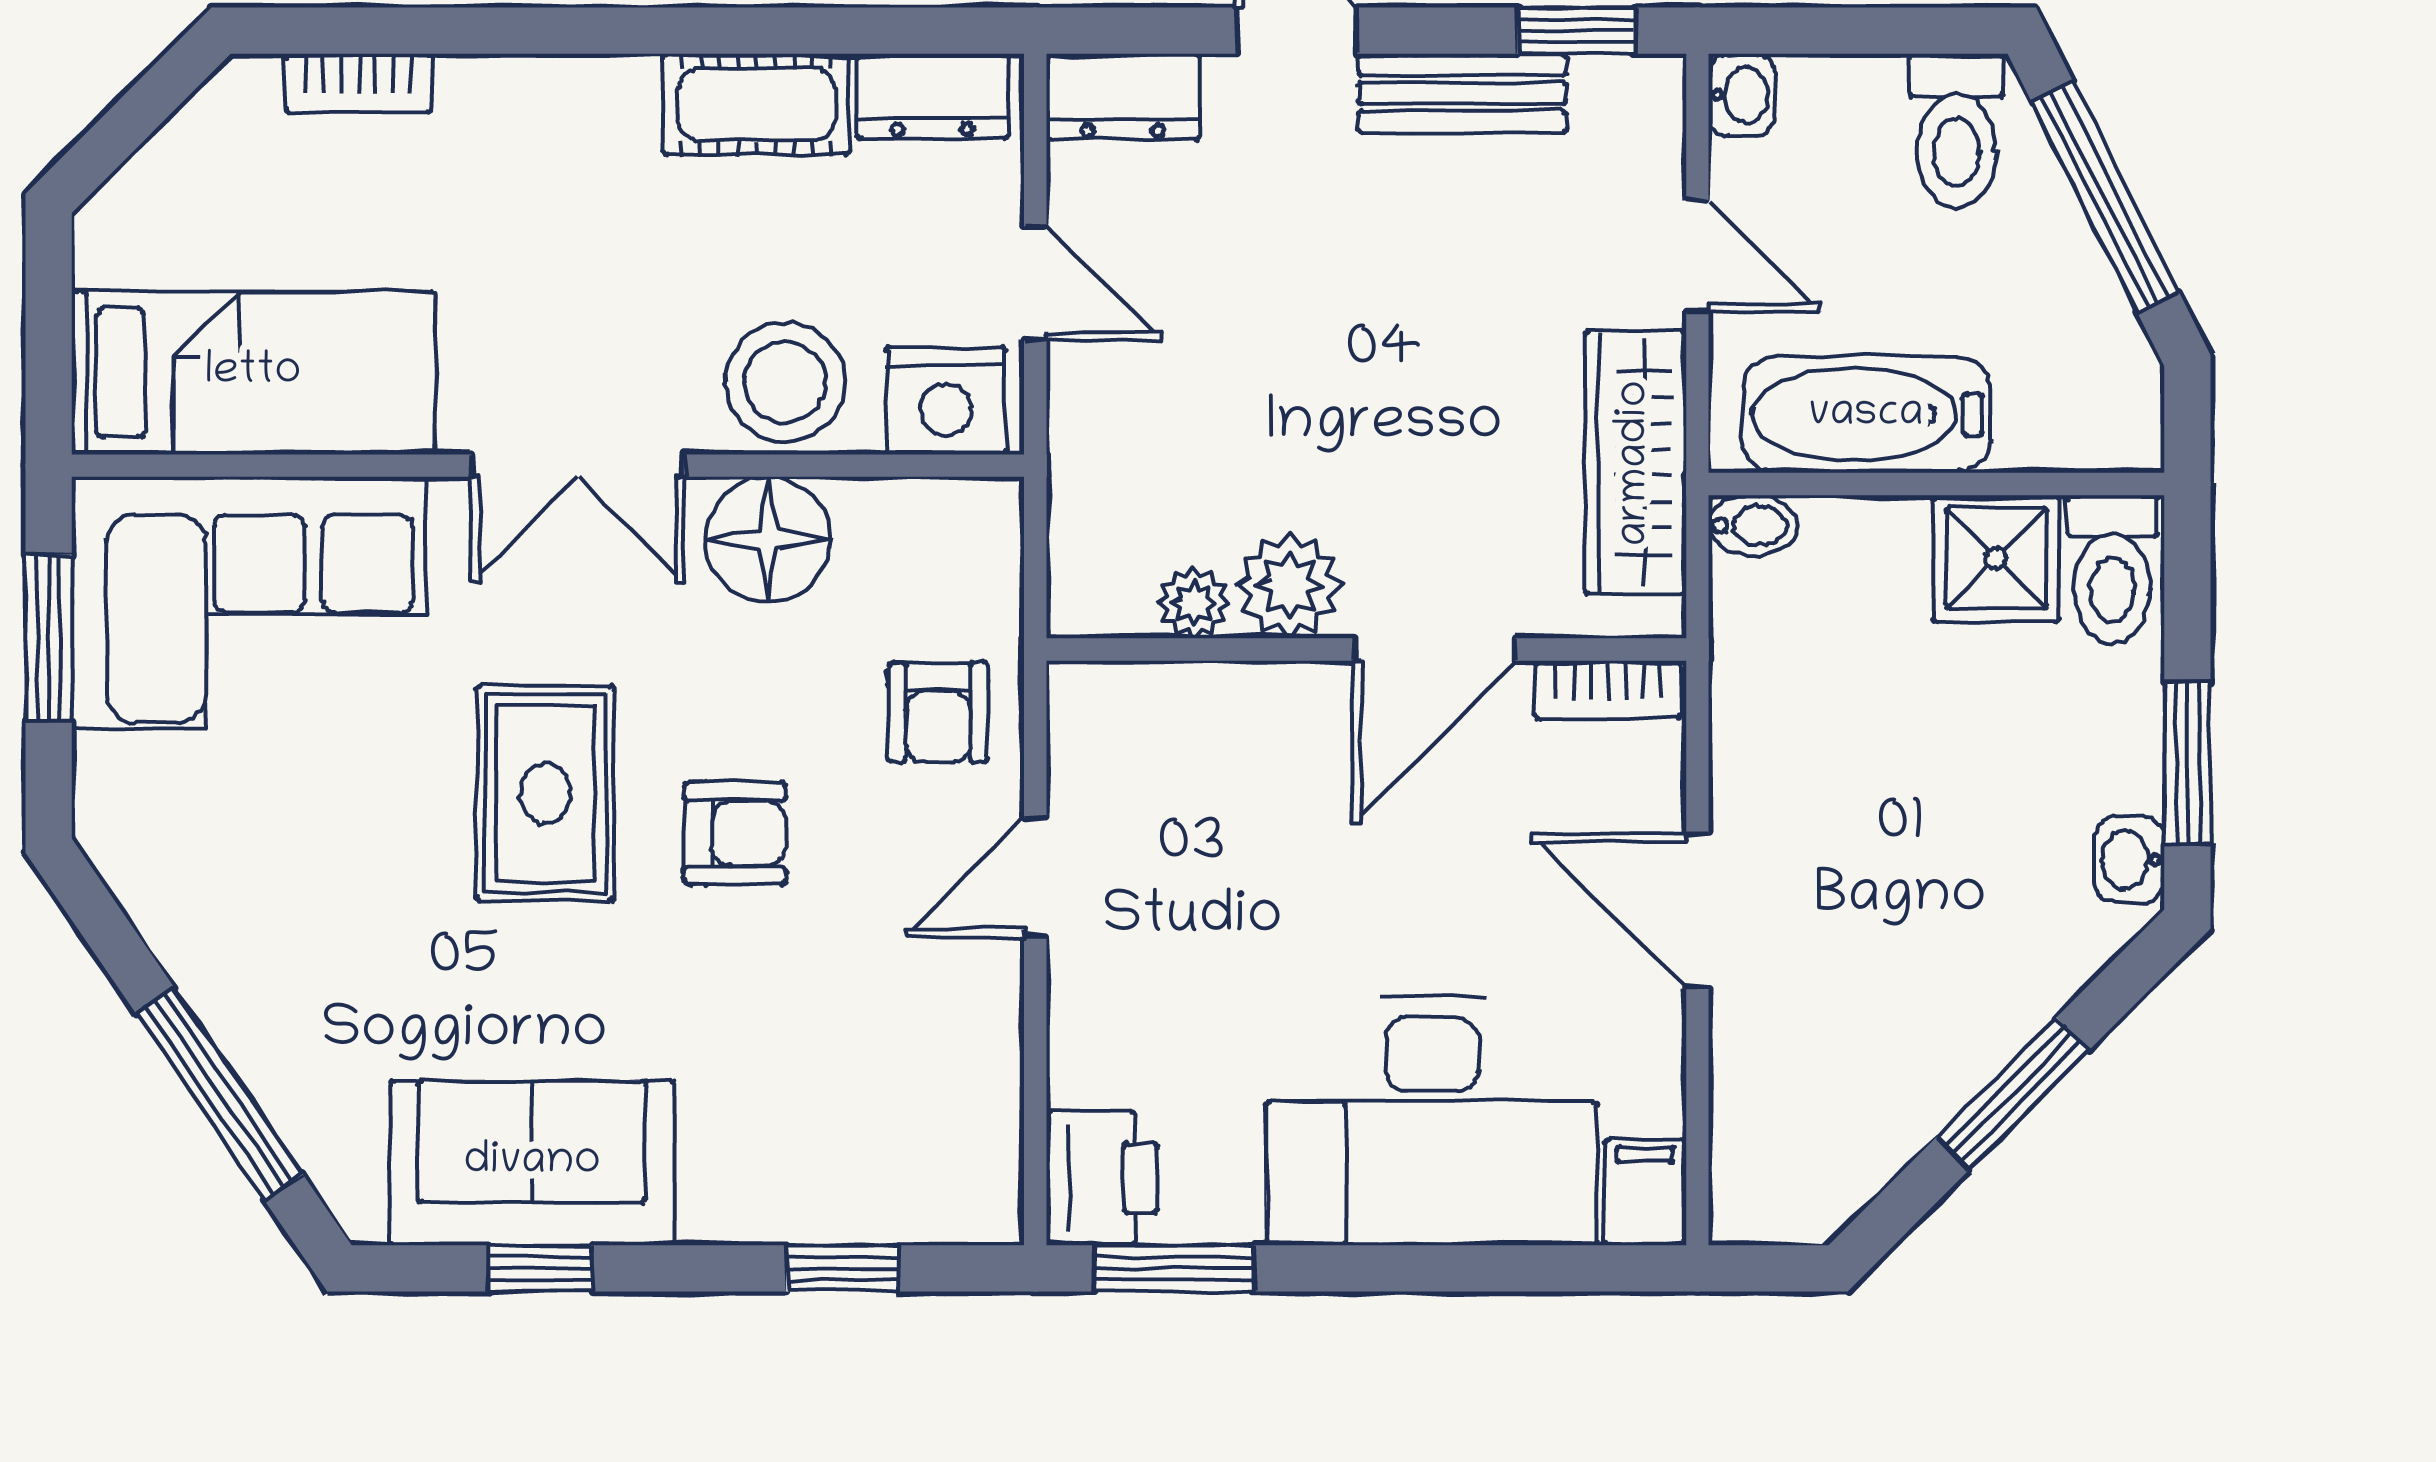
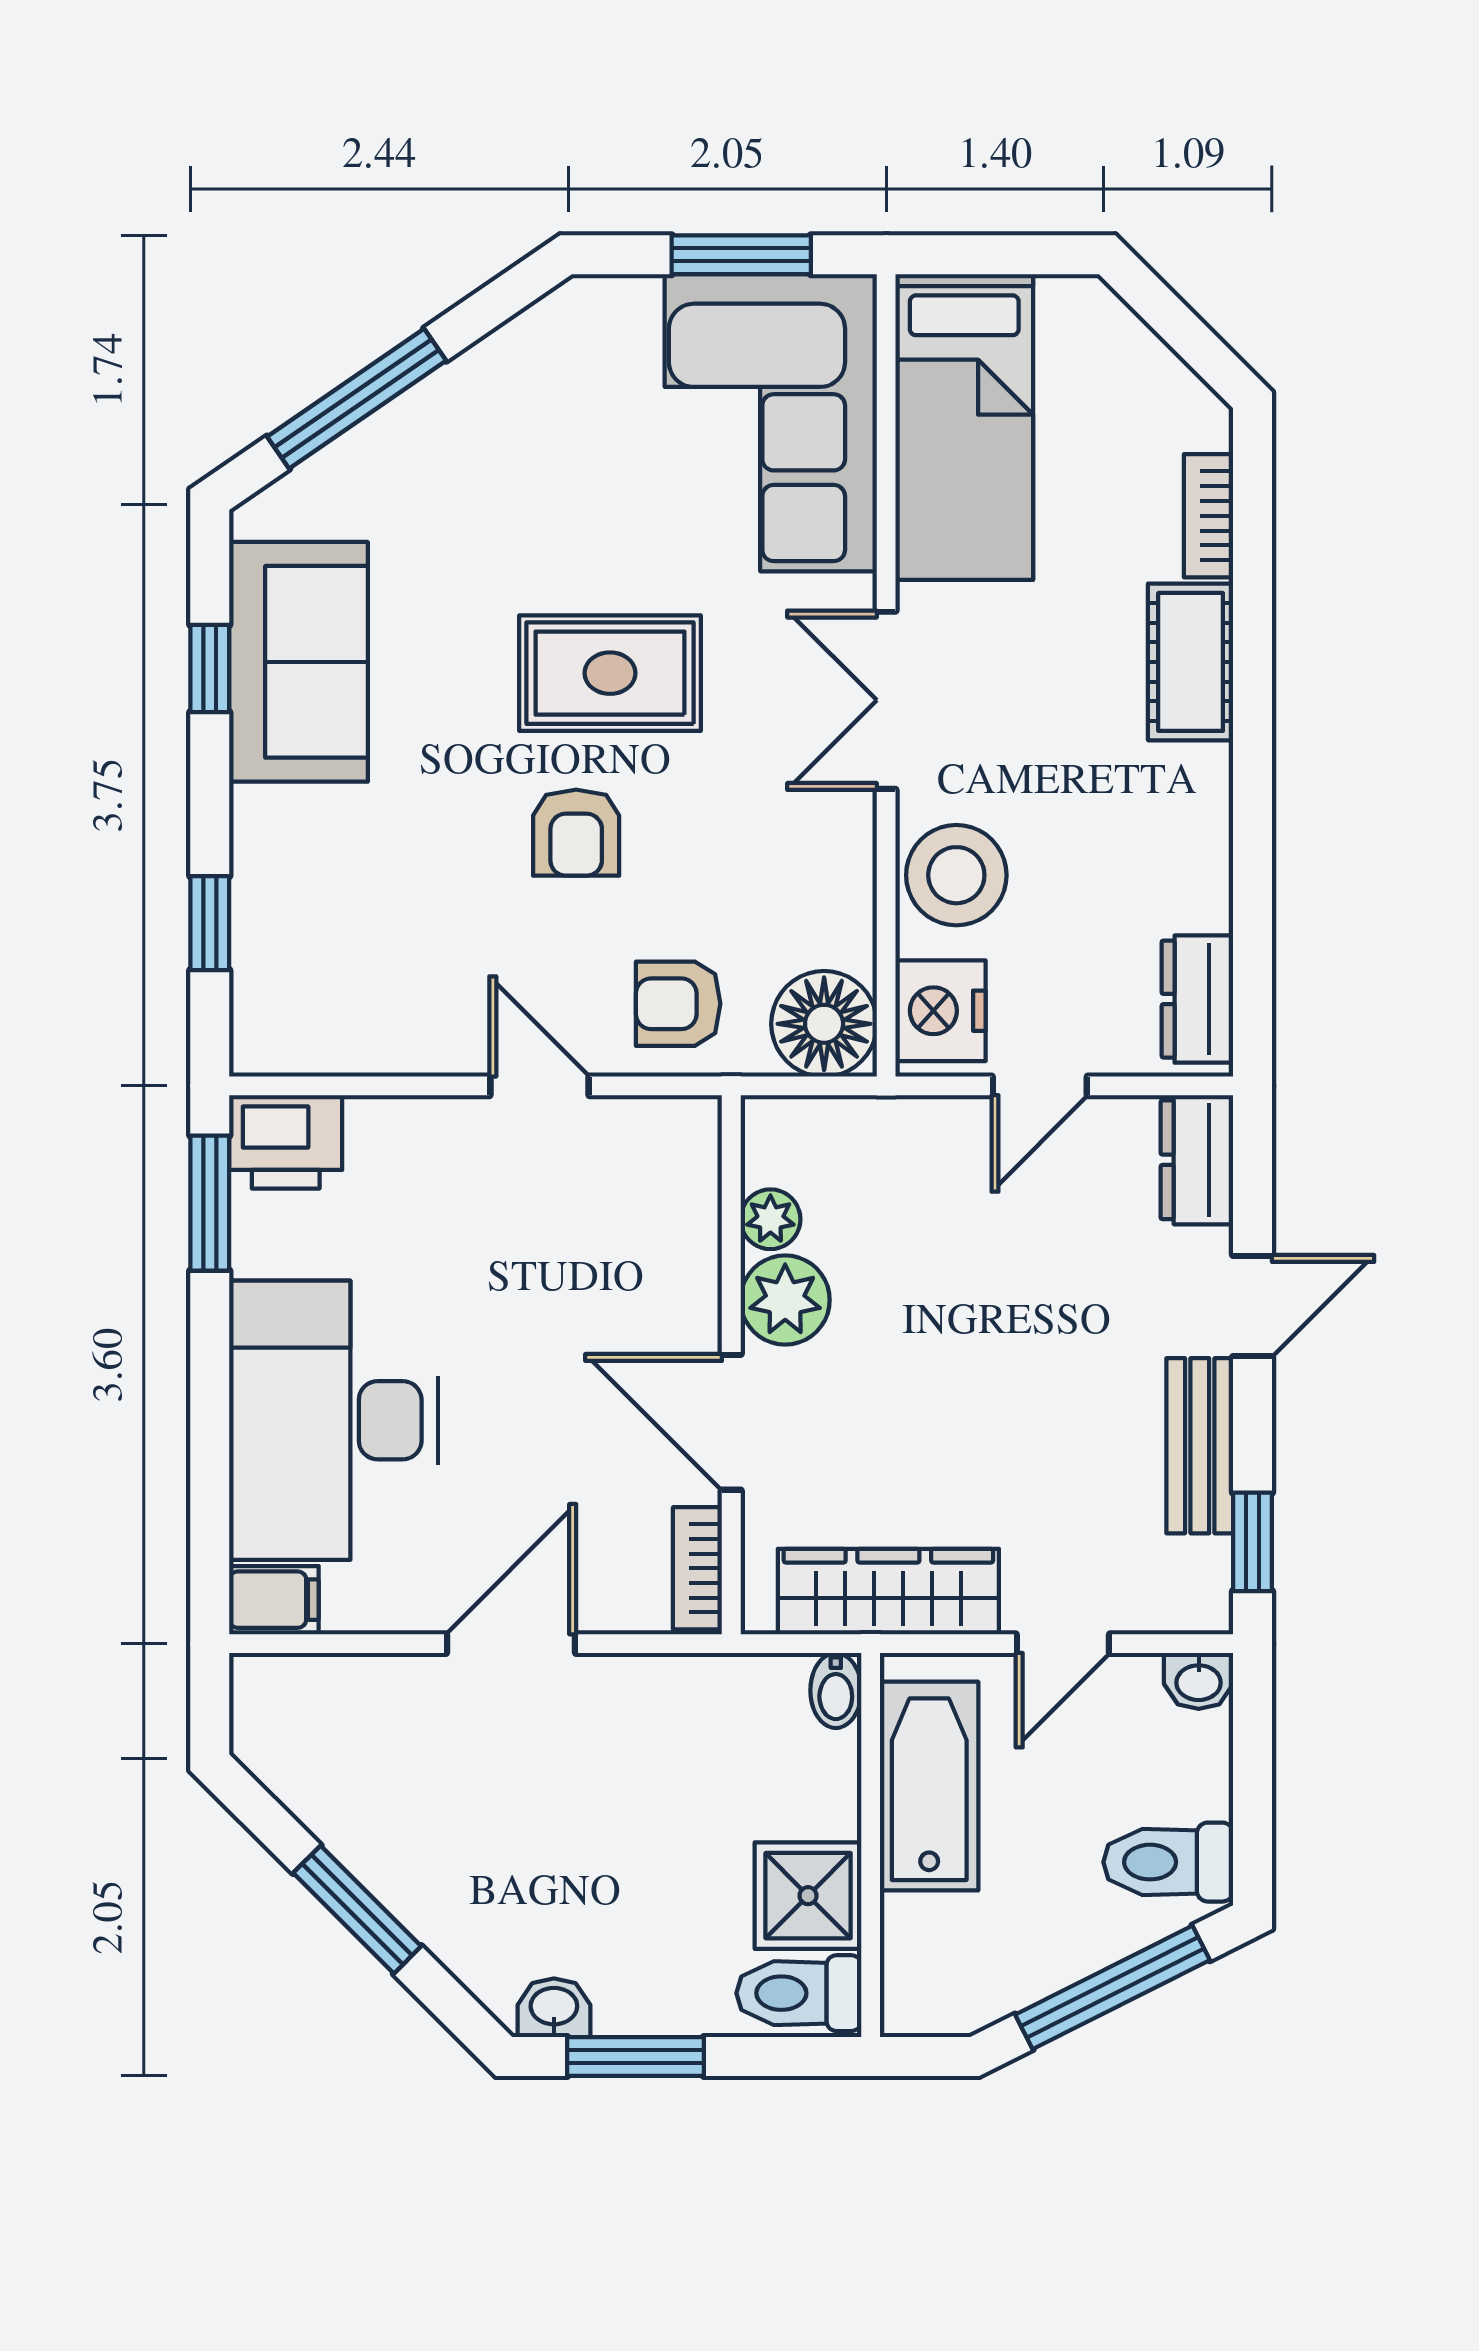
cot: (756, 104) -> (1191, 662), moved
floor lamp: (768, 539) -> (824, 1024), moved

